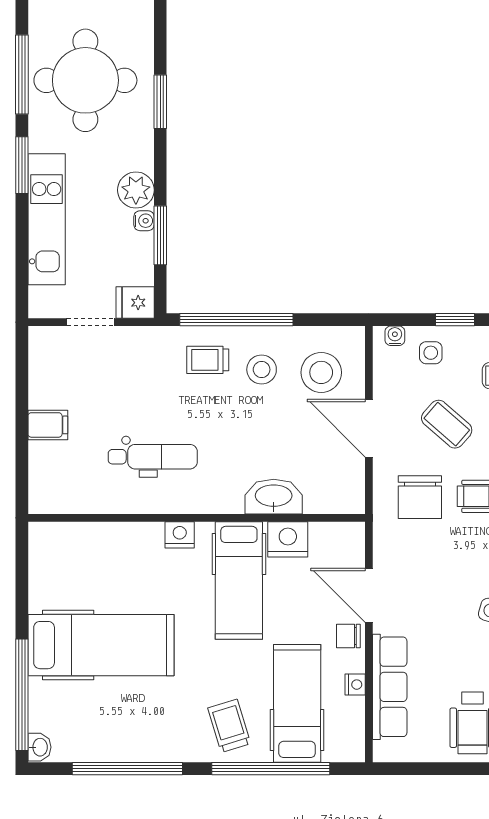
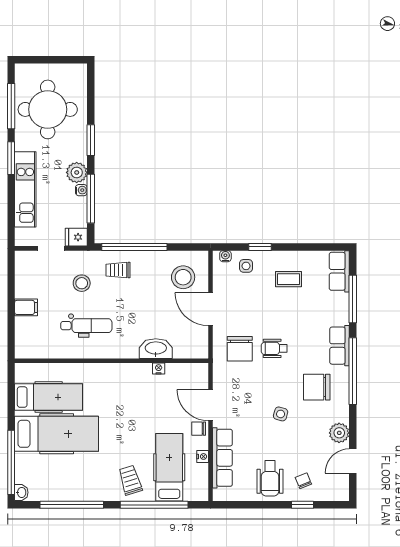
window: (160, 102) -> (91, 140), moved
window: (160, 235) -> (91, 199), width x1.44
stool: (262, 370) -> (82, 283), moved
coffee table: (447, 424) -> (255, 307), removed
nightstand: (180, 535) -> (102, 371), removed
nightstand: (288, 539) -> (159, 369), width x0.53, depth x0.56
hospital bed: (239, 580) -> (49, 397), moved, turned -90

